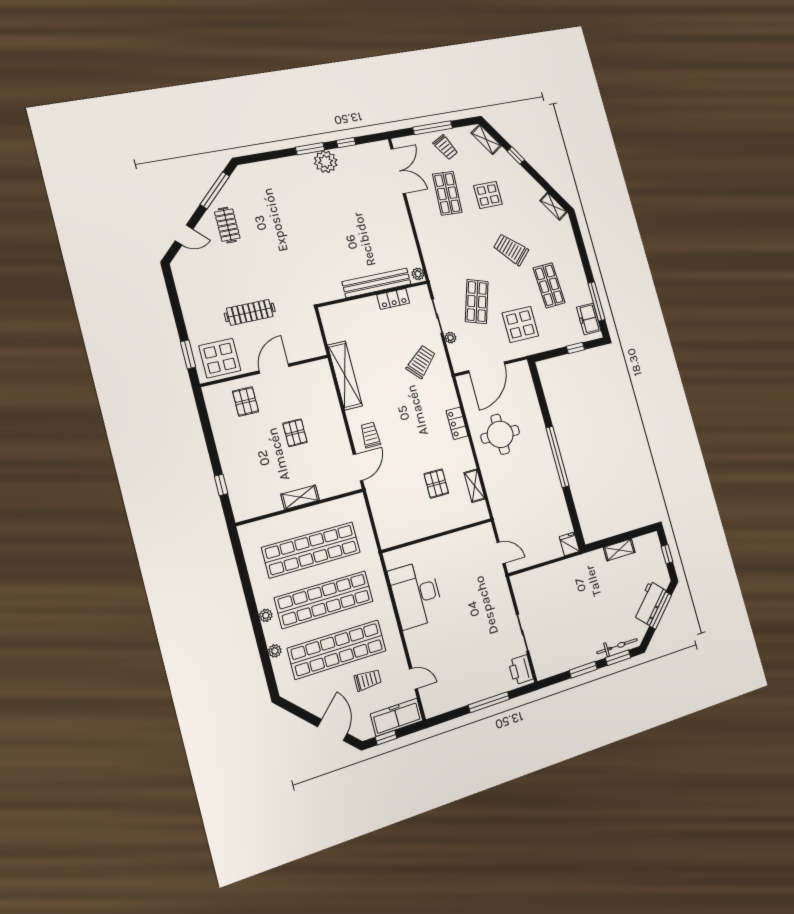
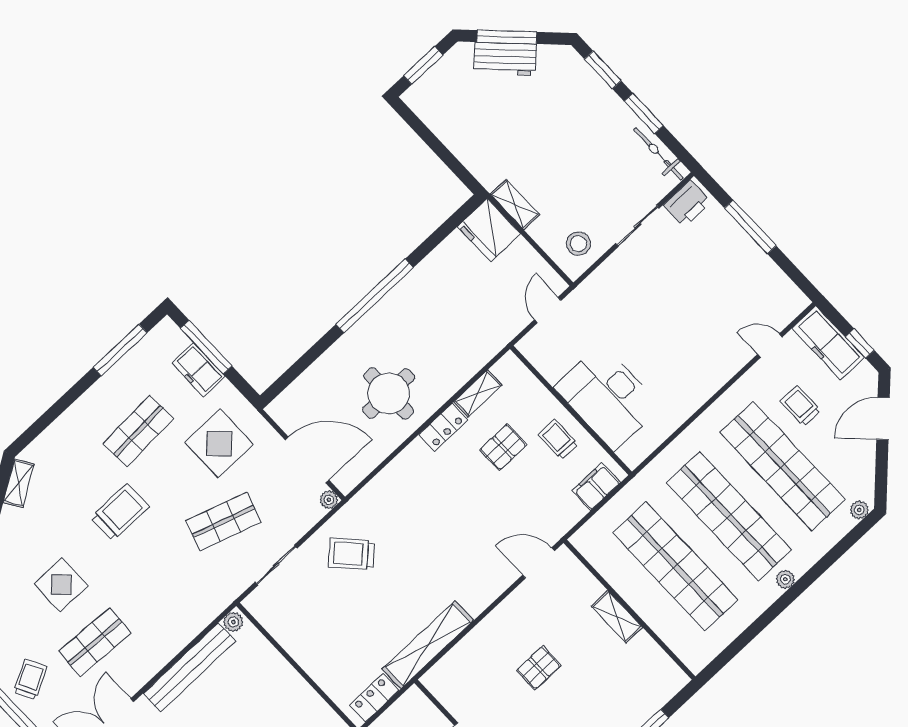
trolley: (511, 249) -> (120, 512), turned -135
bench: (377, 283) -> (189, 667), moved, turned 90
locker: (393, 299) -> (374, 698), moved, turned -90
freezer: (589, 319) -> (198, 370), moved, turned 90
plant: (450, 338) -> (329, 500), moved
window: (575, 348) -> (206, 347), width x2.17
locker: (457, 423) -> (443, 427), moved
trolley: (370, 435) -> (558, 439), moved, turned 90
filing cabinet: (385, 527) -> (596, 487), added
fridge: (569, 544) -> (489, 230), width x1.88, depth x1.34
shelving: (619, 550) -> (515, 205), moved
window: (667, 554) -> (423, 65), width x1.50
stool: (529, 592) -> (579, 244), added
desk: (416, 594) -> (608, 397), moved, turned 90
bicycle: (617, 646) -> (658, 154), moved
plant: (275, 651) -> (859, 510), moved
door: (413, 679) -> (770, 346), hinge flipped

